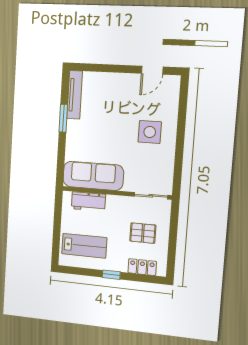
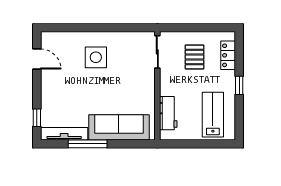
window: (92, 68) -> (37, 118), added
window: (63, 118) -> (88, 144), width x1.44
sofa: (93, 176) -> (119, 127), moved, turned 90

